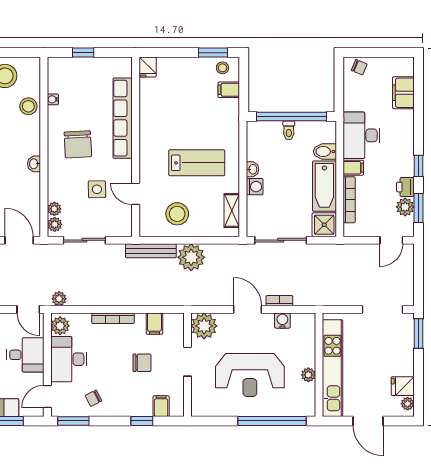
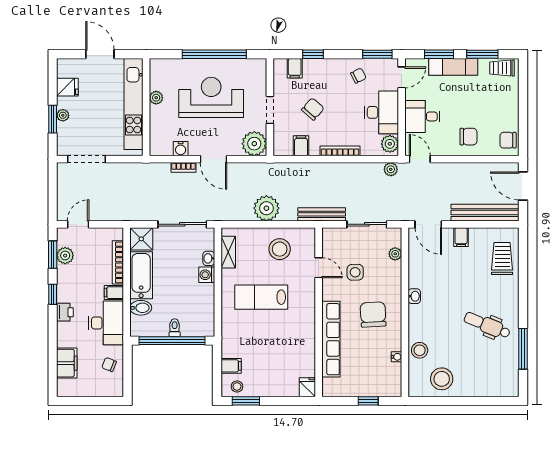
chair: (359, 67) -> (109, 365), moved
washbasin: (253, 169) -> (209, 258), moved
printer: (405, 187) -> (65, 312), moved
plant: (55, 224) -> (395, 239), removed
bench: (151, 251) -> (322, 214), moved
window: (418, 333) -> (53, 119), moved
chair: (142, 363) -> (313, 109), turned 131
plant: (408, 404) -> (63, 115), moved
window: (272, 421) -> (214, 54), moved

